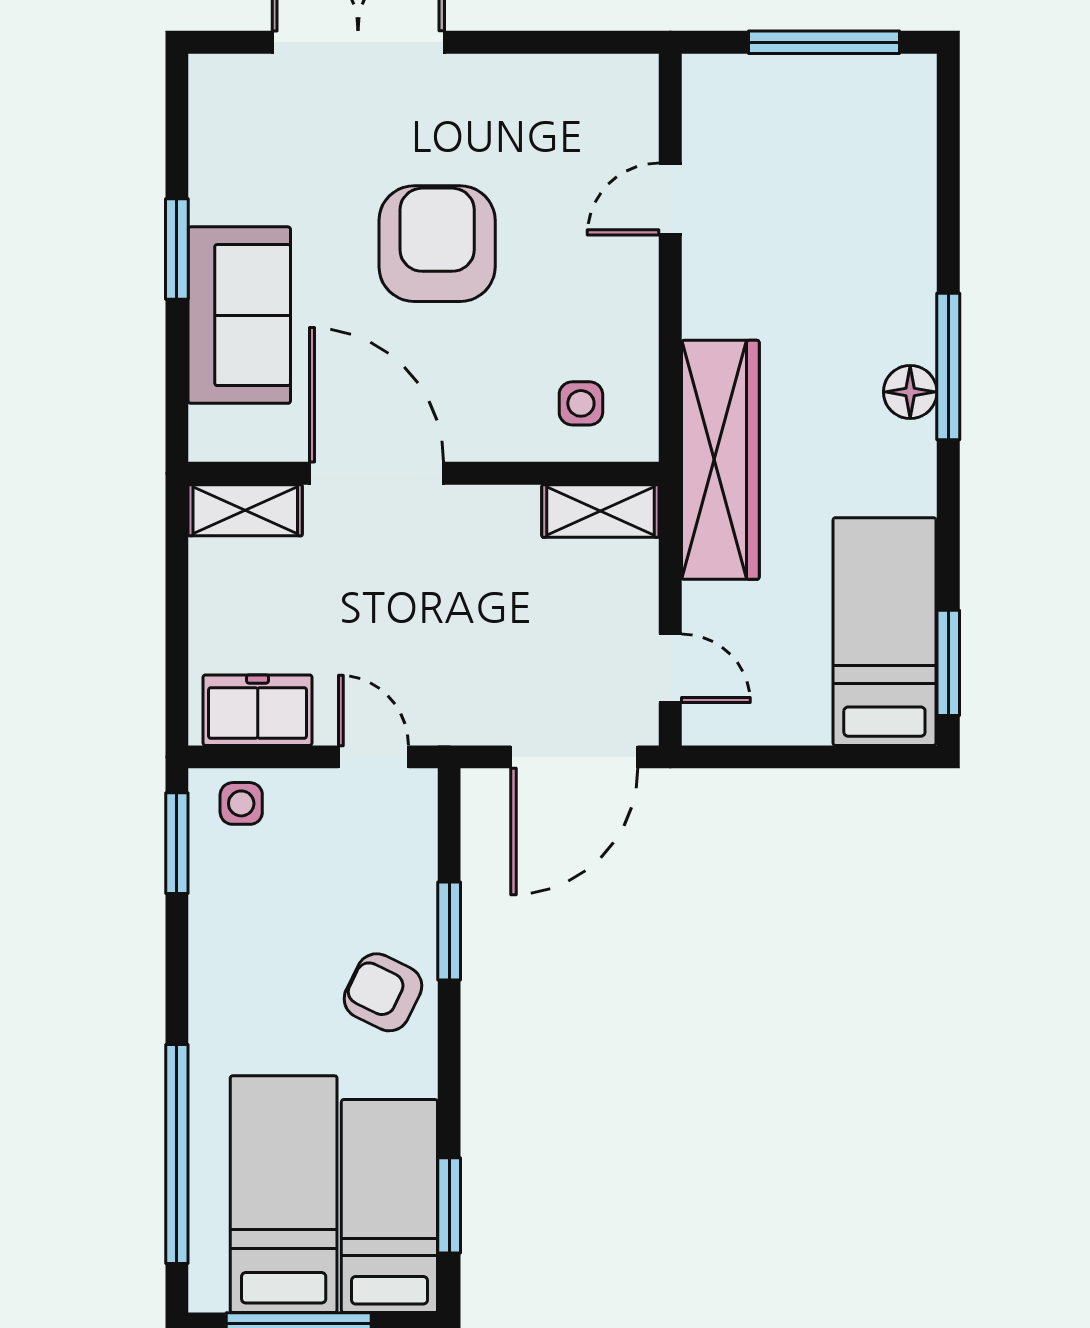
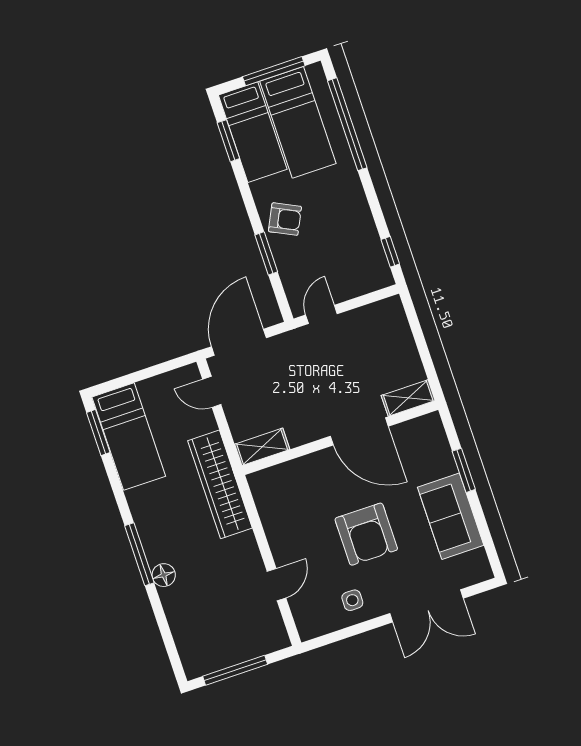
window: (177, 249) -> (464, 470), moved
sofa: (239, 315) -> (451, 516), moved
floor lamp: (910, 392) -> (164, 575), moved
side table: (581, 403) -> (352, 600), moved
freezer: (258, 710) -> (375, 318), removed
door: (373, 757) -> (321, 314), swing flipped
side table: (241, 803) -> (369, 277), removed
window: (177, 843) -> (390, 252), width x0.67

